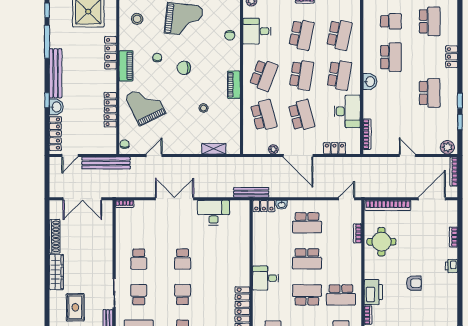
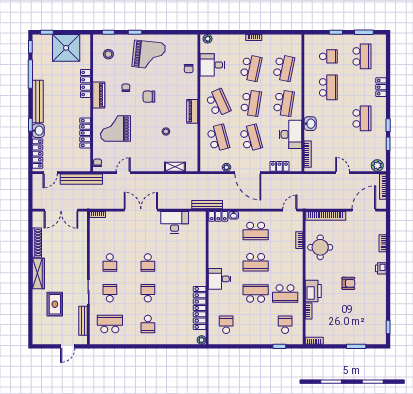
school desk: (264, 75) -> (218, 103), turned -45
washbasin: (370, 82) -> (310, 124), moved
grand piano: (145, 105) -> (116, 128), turned -64

